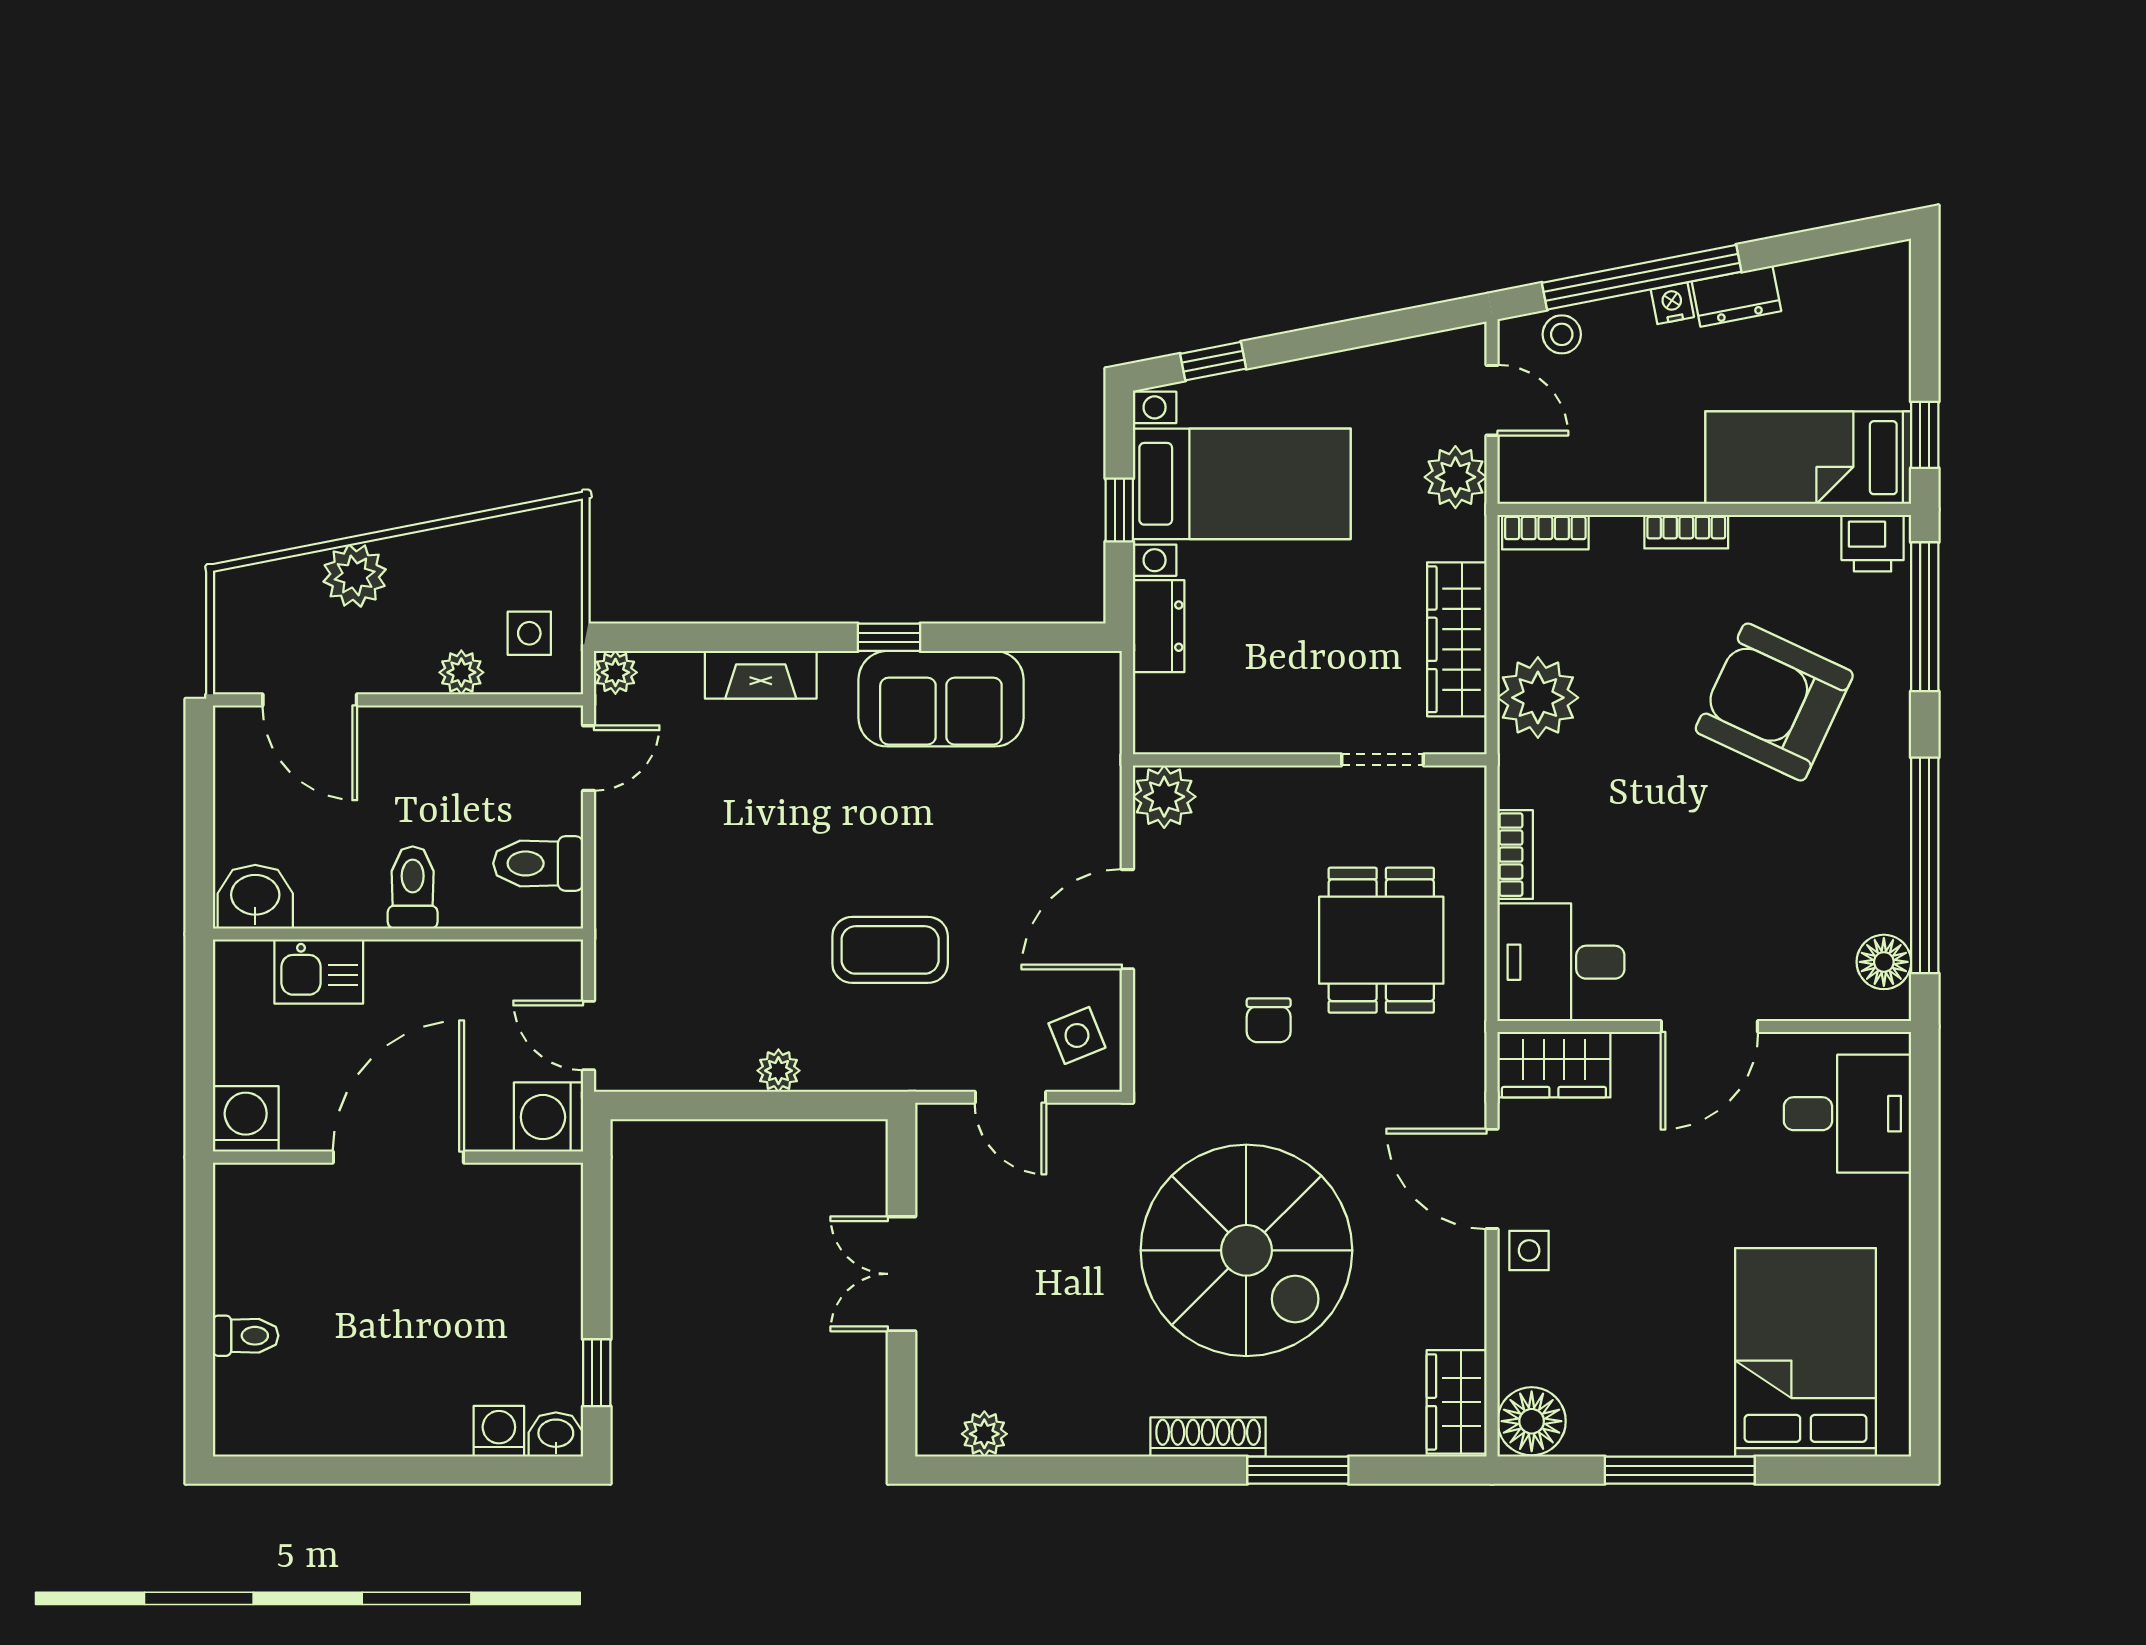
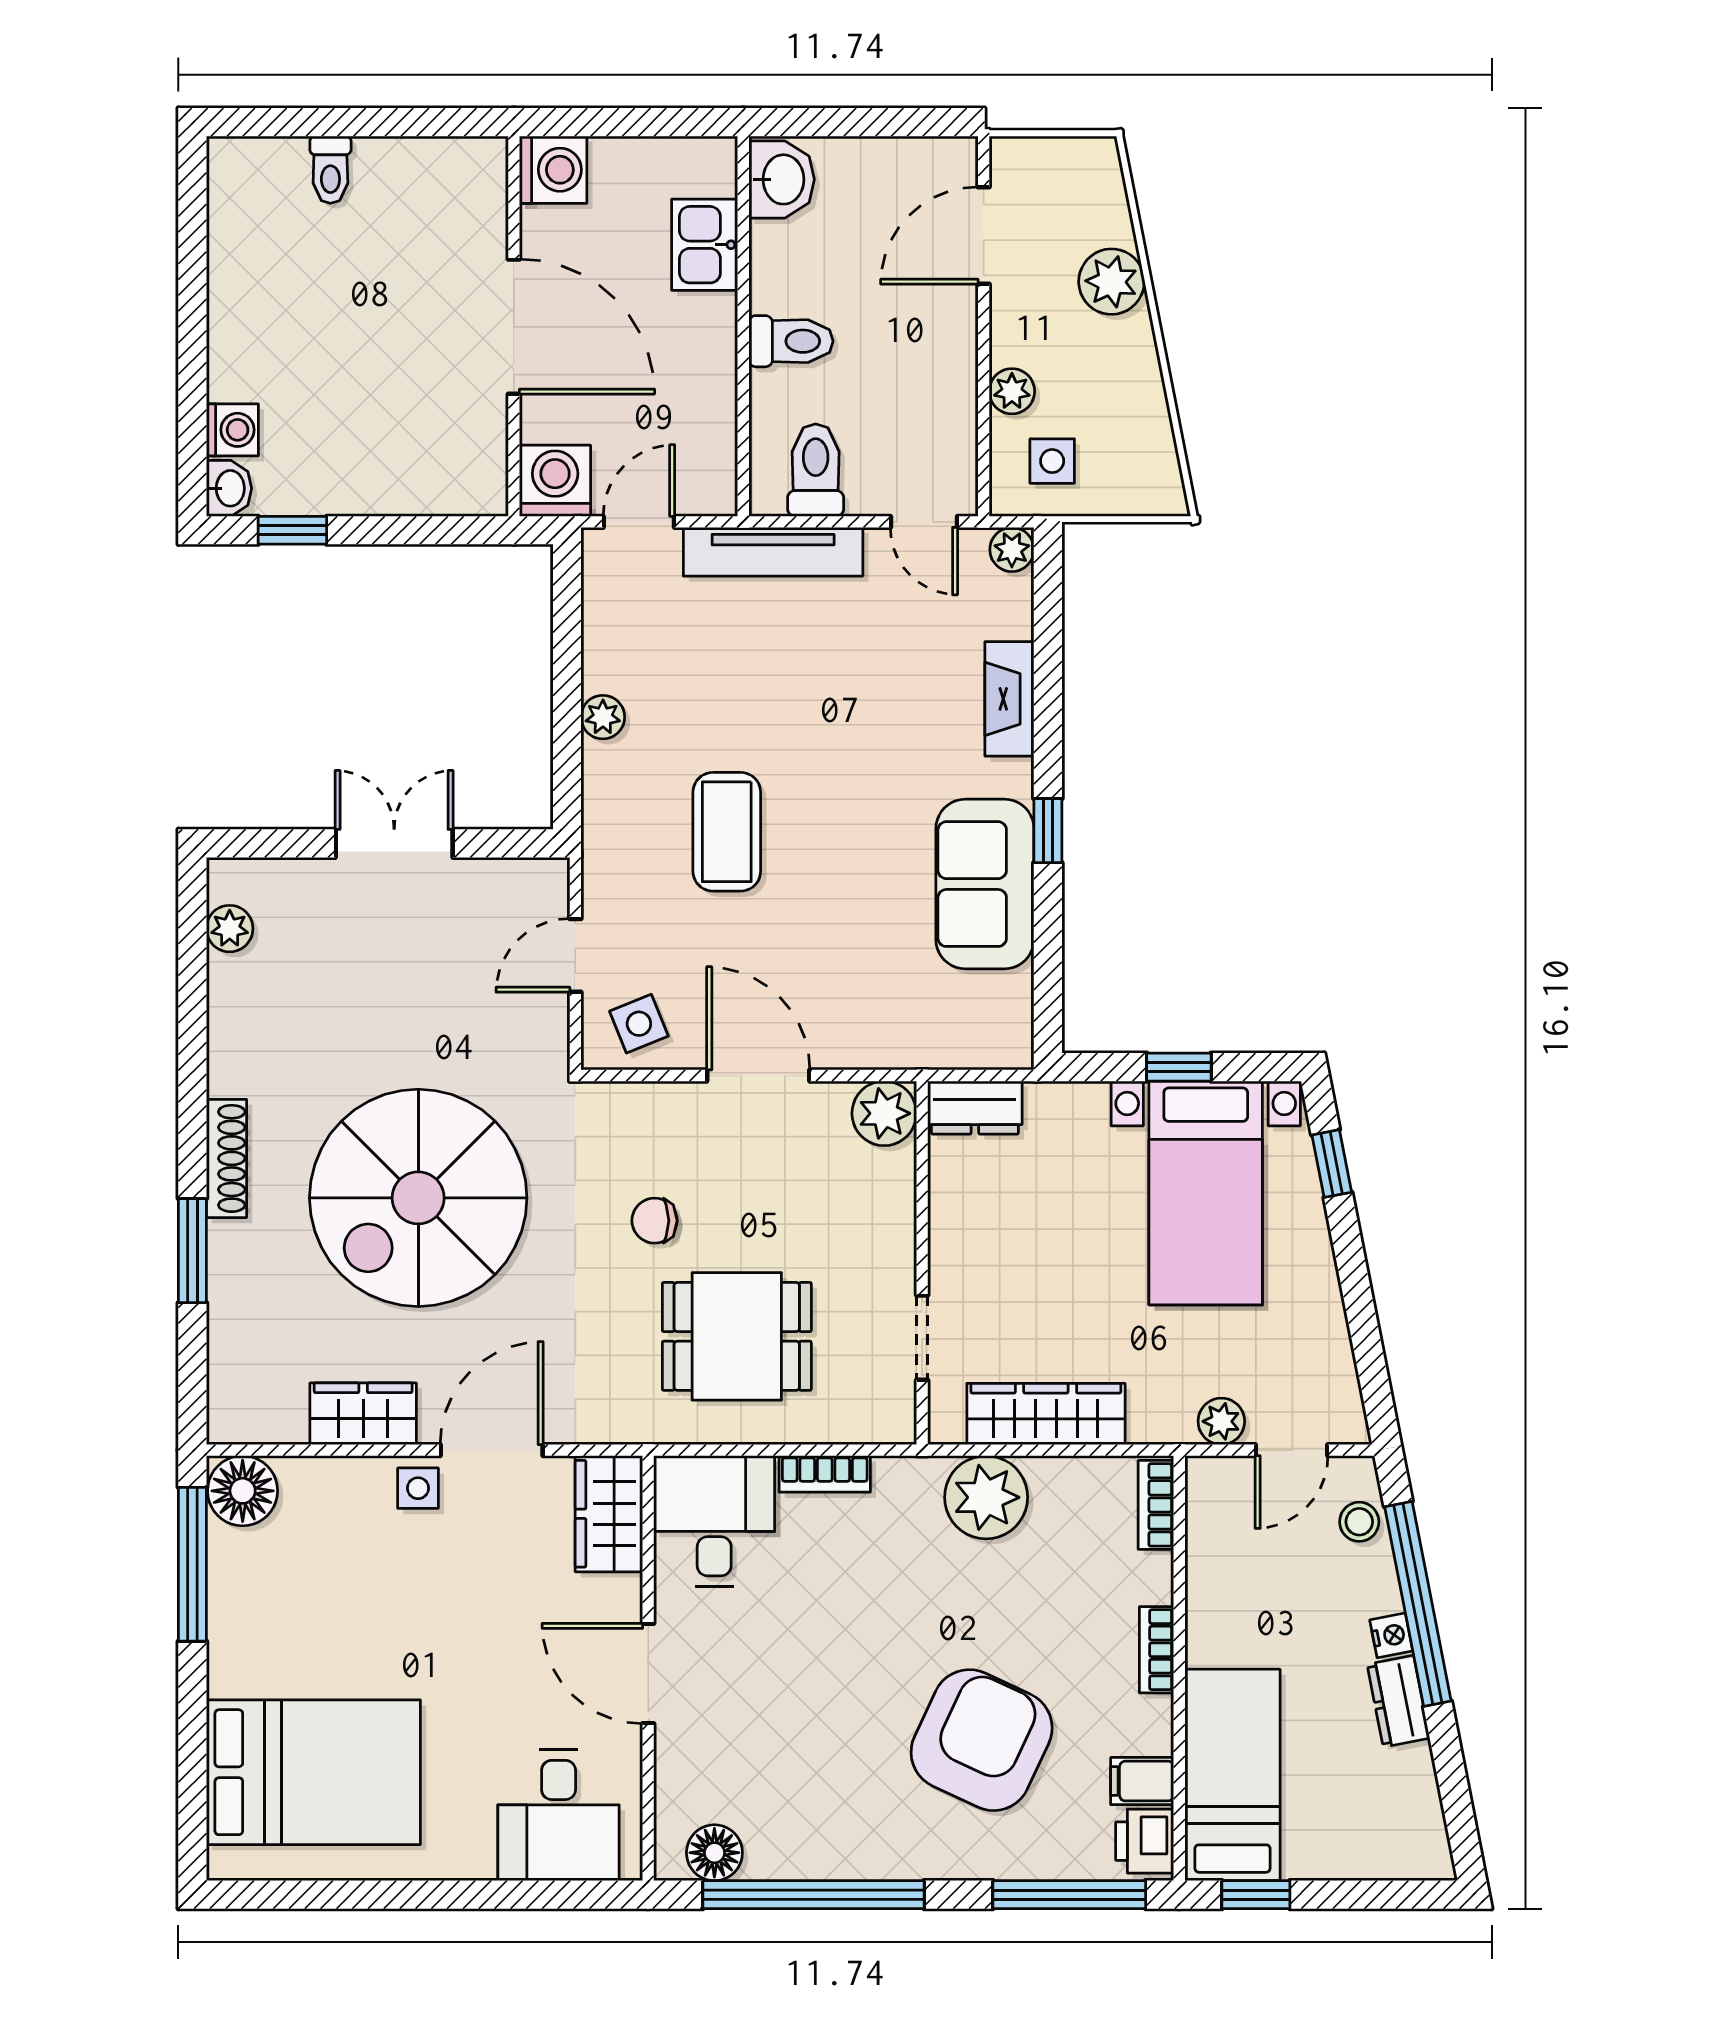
plant: (1455, 477) -> (1221, 1421), width x0.73, depth x0.73
filing cabinet: (1814, 546) -> (1142, 1781), added
dresser: (1159, 626) -> (975, 1108), moved
tv unit: (618, 905) -> (773, 552), added
wardrobe: (1457, 1402) -> (363, 1414), moved
window: (1680, 1470) -> (192, 1564), moved

